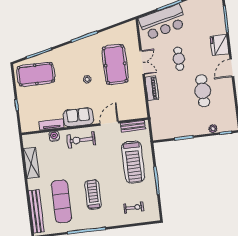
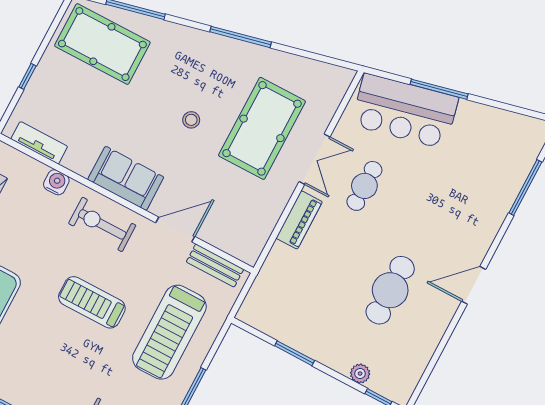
fridge: (219, 45) -> (480, 227), removed
cafe table: (179, 59) -> (364, 186), moved
tv unit: (52, 125) -> (39, 143), moved
treadmill: (93, 195) -> (92, 302), moved, turned -90

